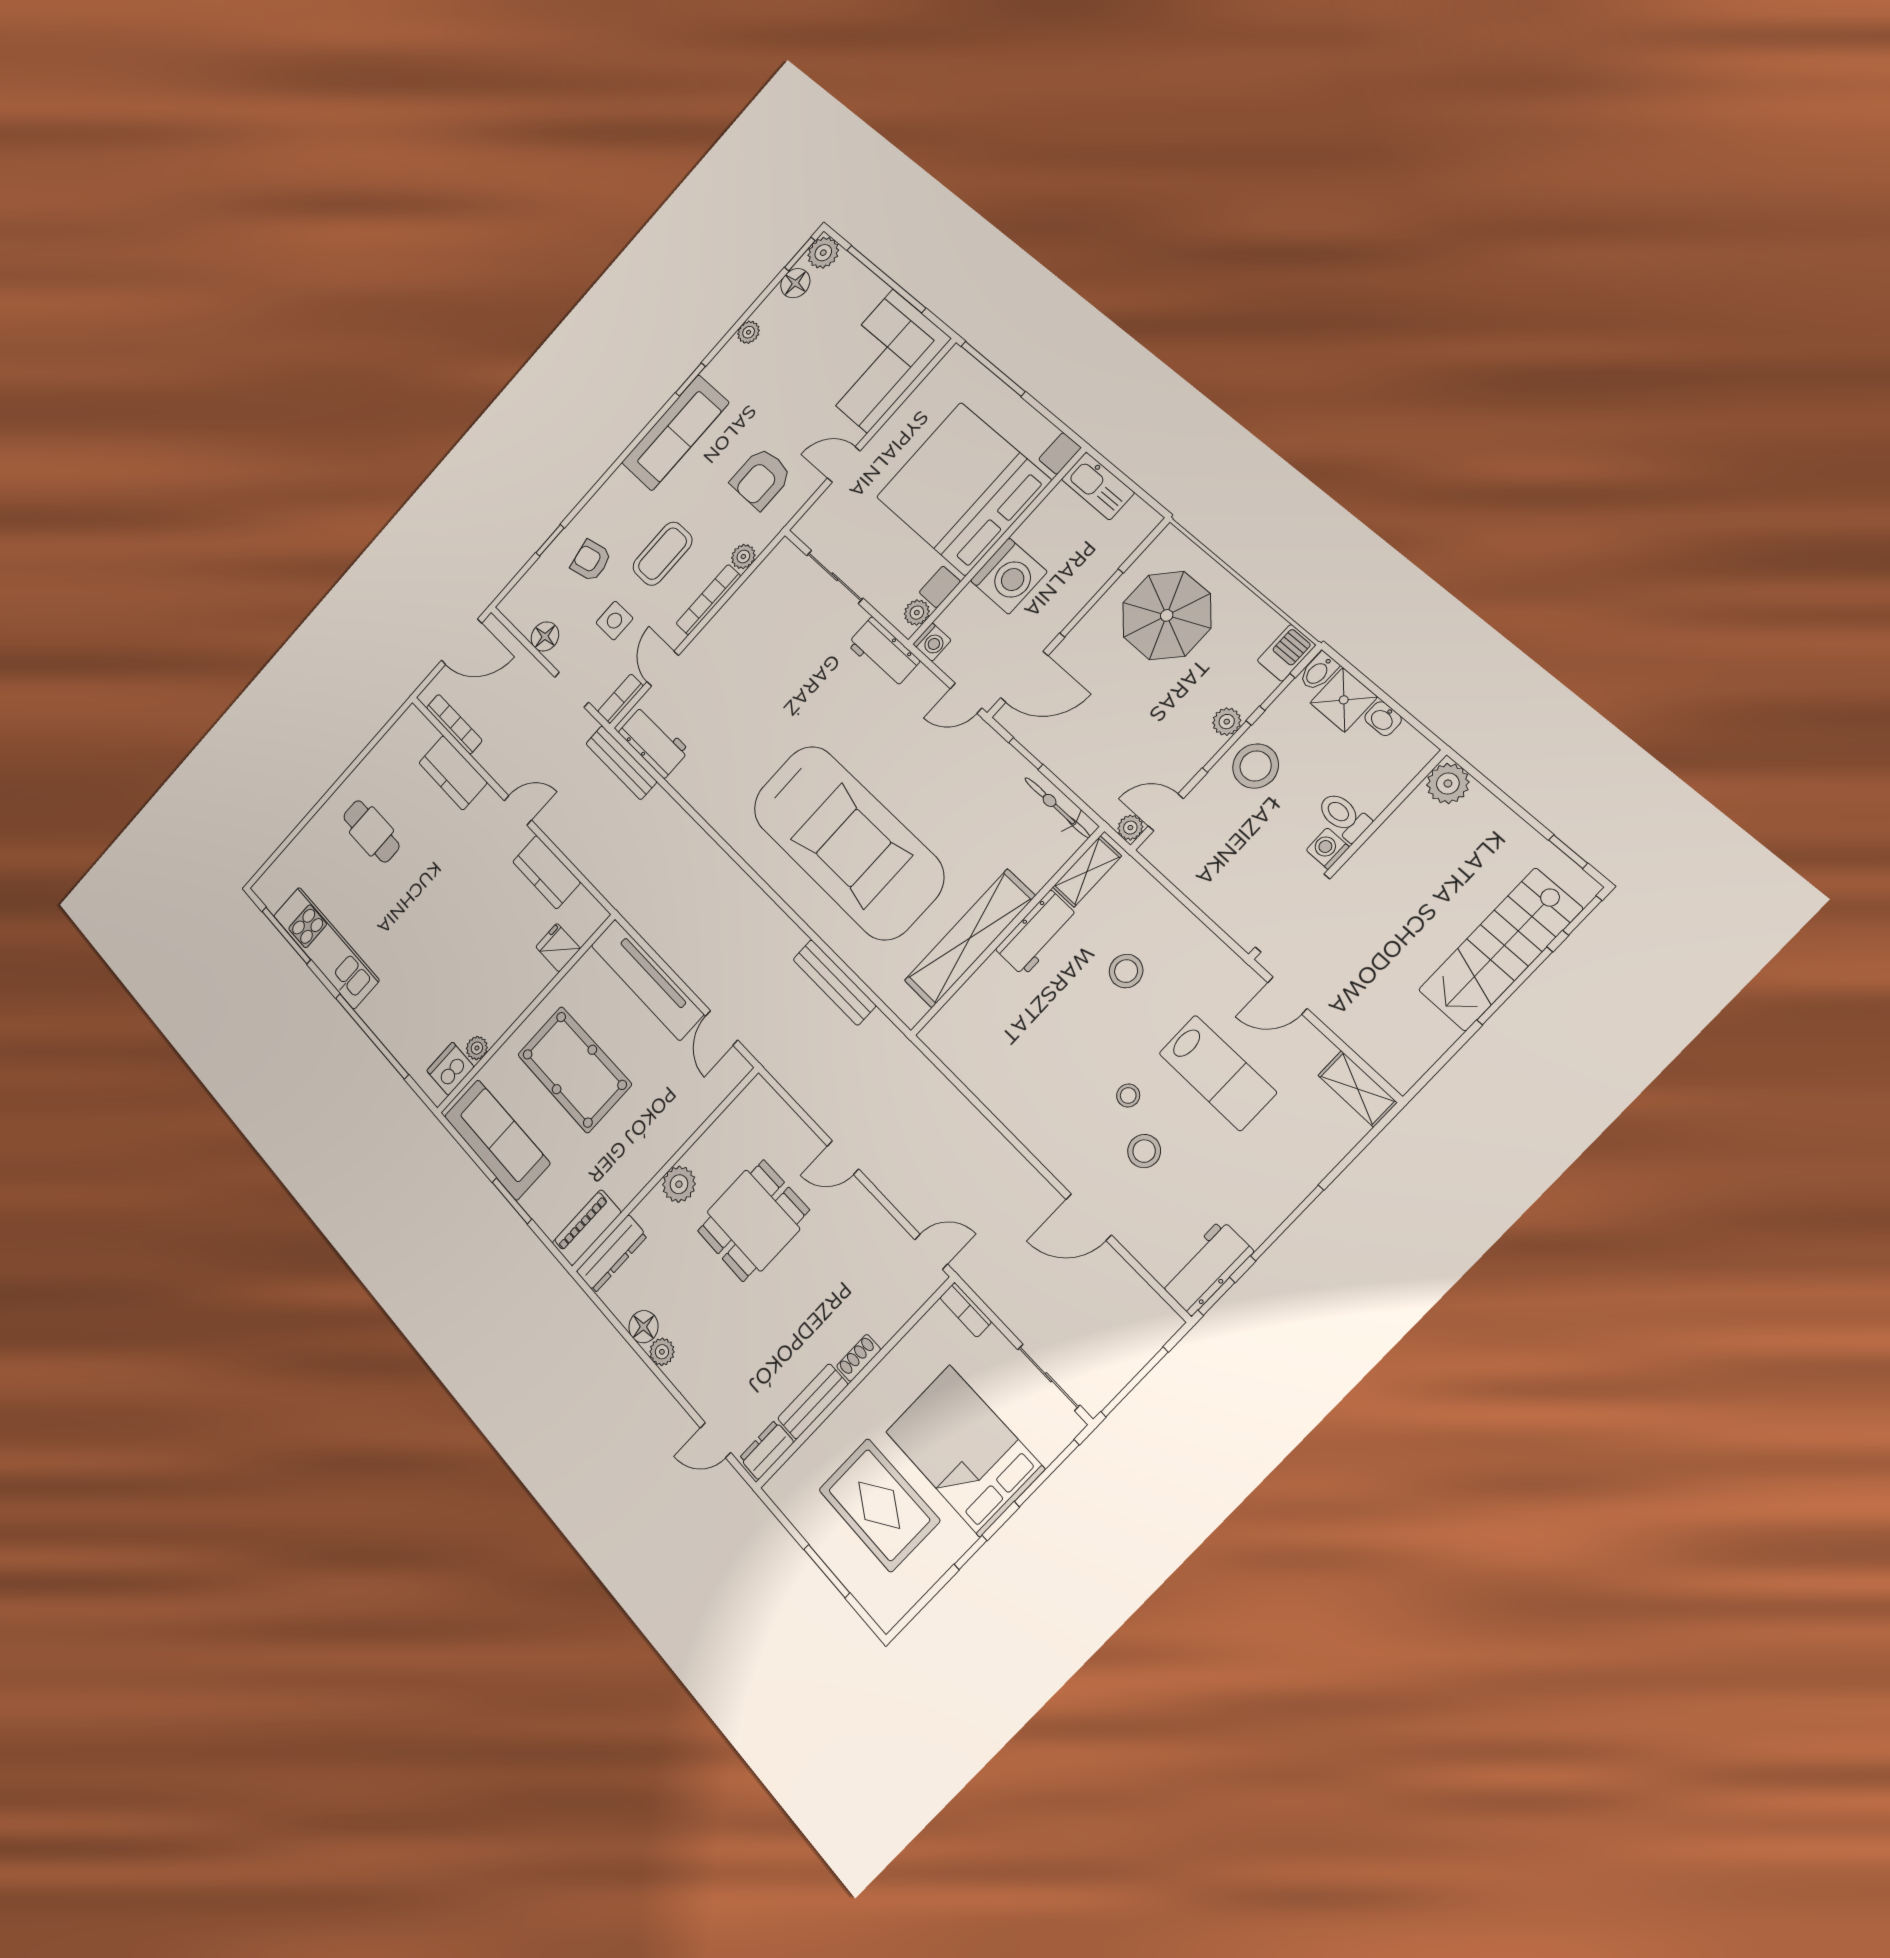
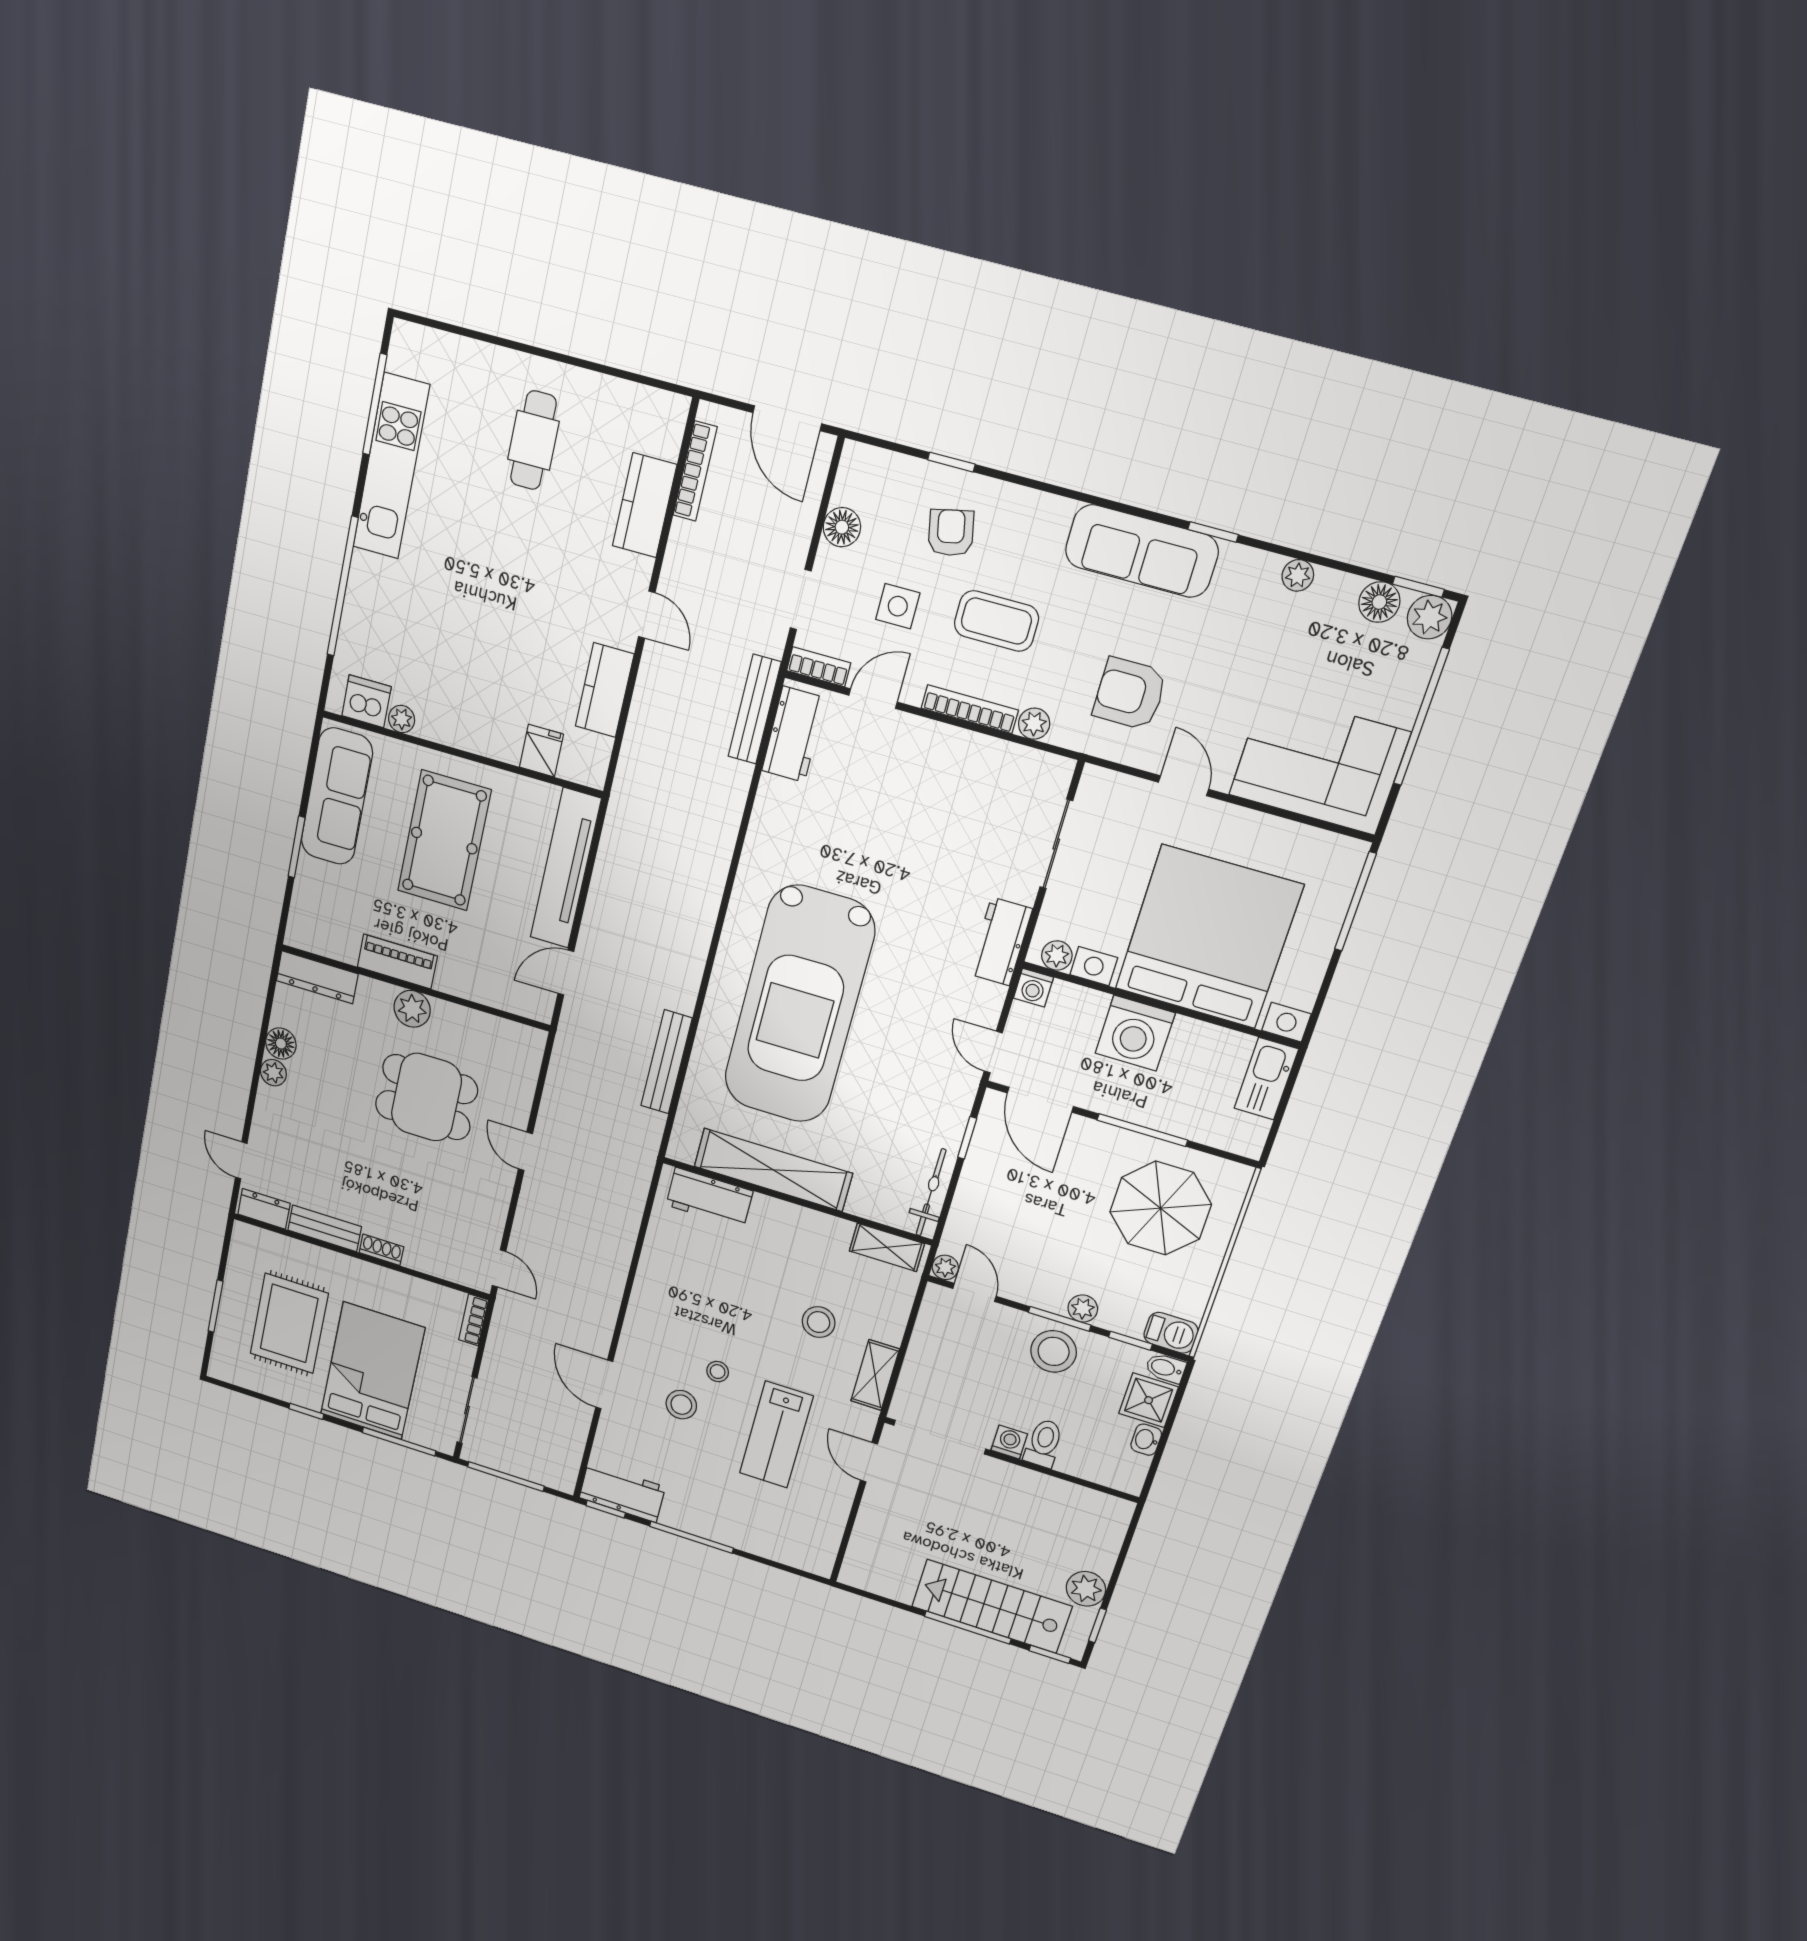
plant: (1448, 783) -> (1086, 1589), moved
workbench: (1037, 933) -> (709, 1198), moved
shelving: (1357, 1089) -> (875, 1375), moved
piano: (587, 1228) -> (397, 962), moved

